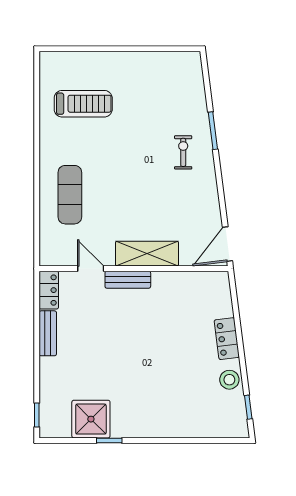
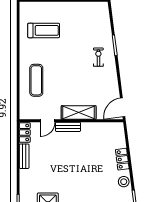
door: (91, 269) -> (48, 121), swing flipped

